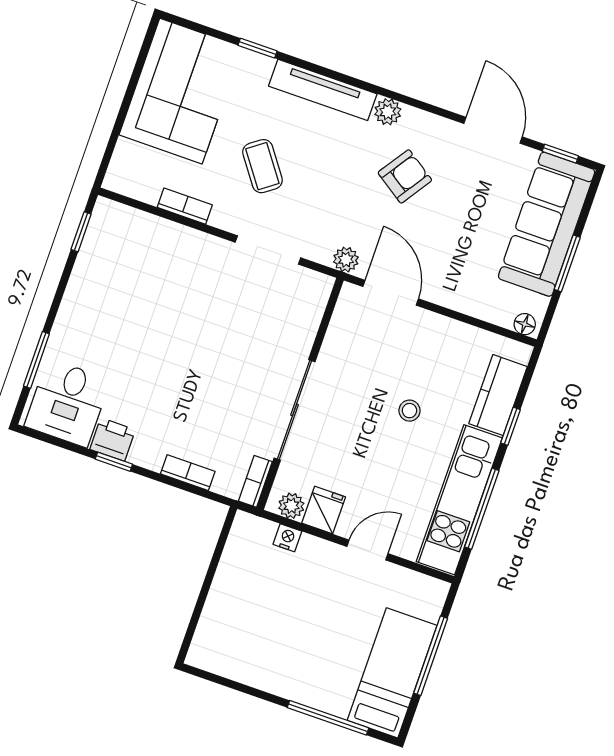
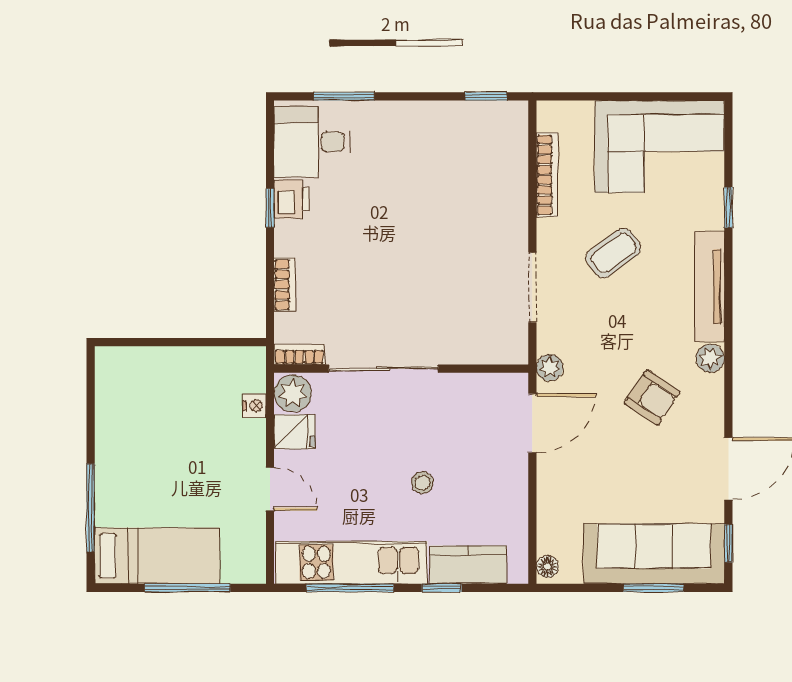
bookcase: (185, 206) -> (547, 175), width x1.56
window: (567, 263) -> (654, 588), moved
plant: (291, 506) -> (293, 393), width x1.38, depth x1.38

